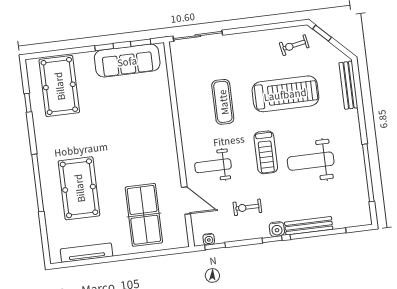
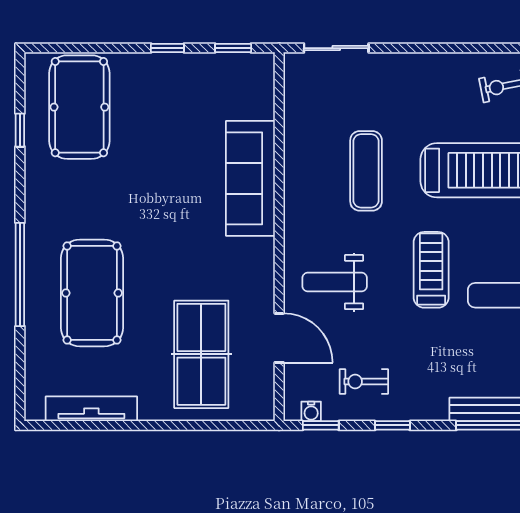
sliding door: (198, 36) -> (336, 48), width x0.73
sofa: (127, 61) -> (250, 178), moved, turned 90
treadmill: (266, 152) -> (431, 270), turned 180
exercise bike: (247, 207) -> (364, 382), moved
water cooler: (277, 229) -> (434, 408), removed
window: (272, 239) -> (392, 425), moved

